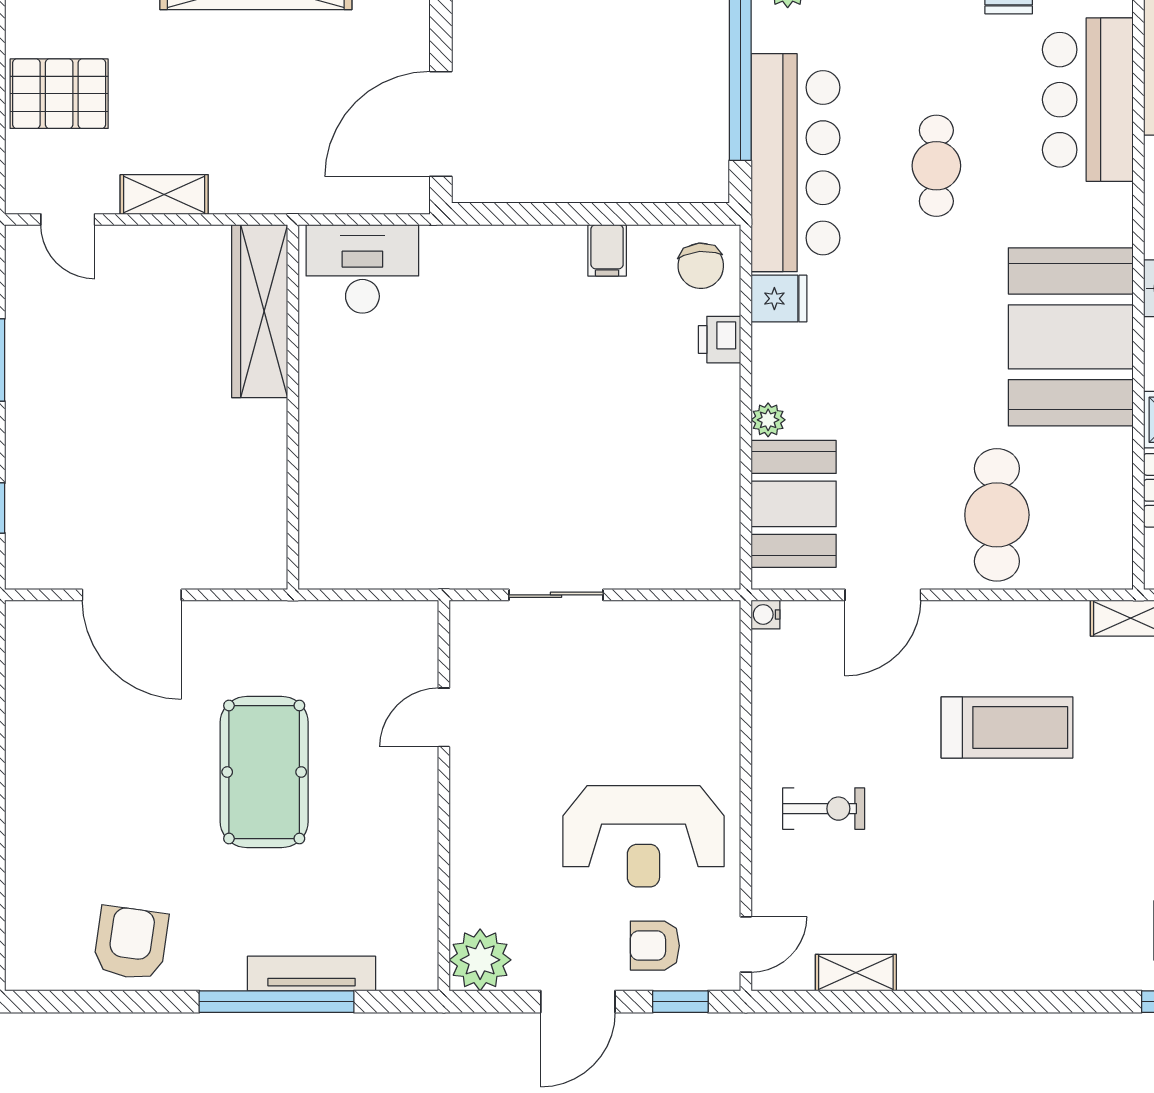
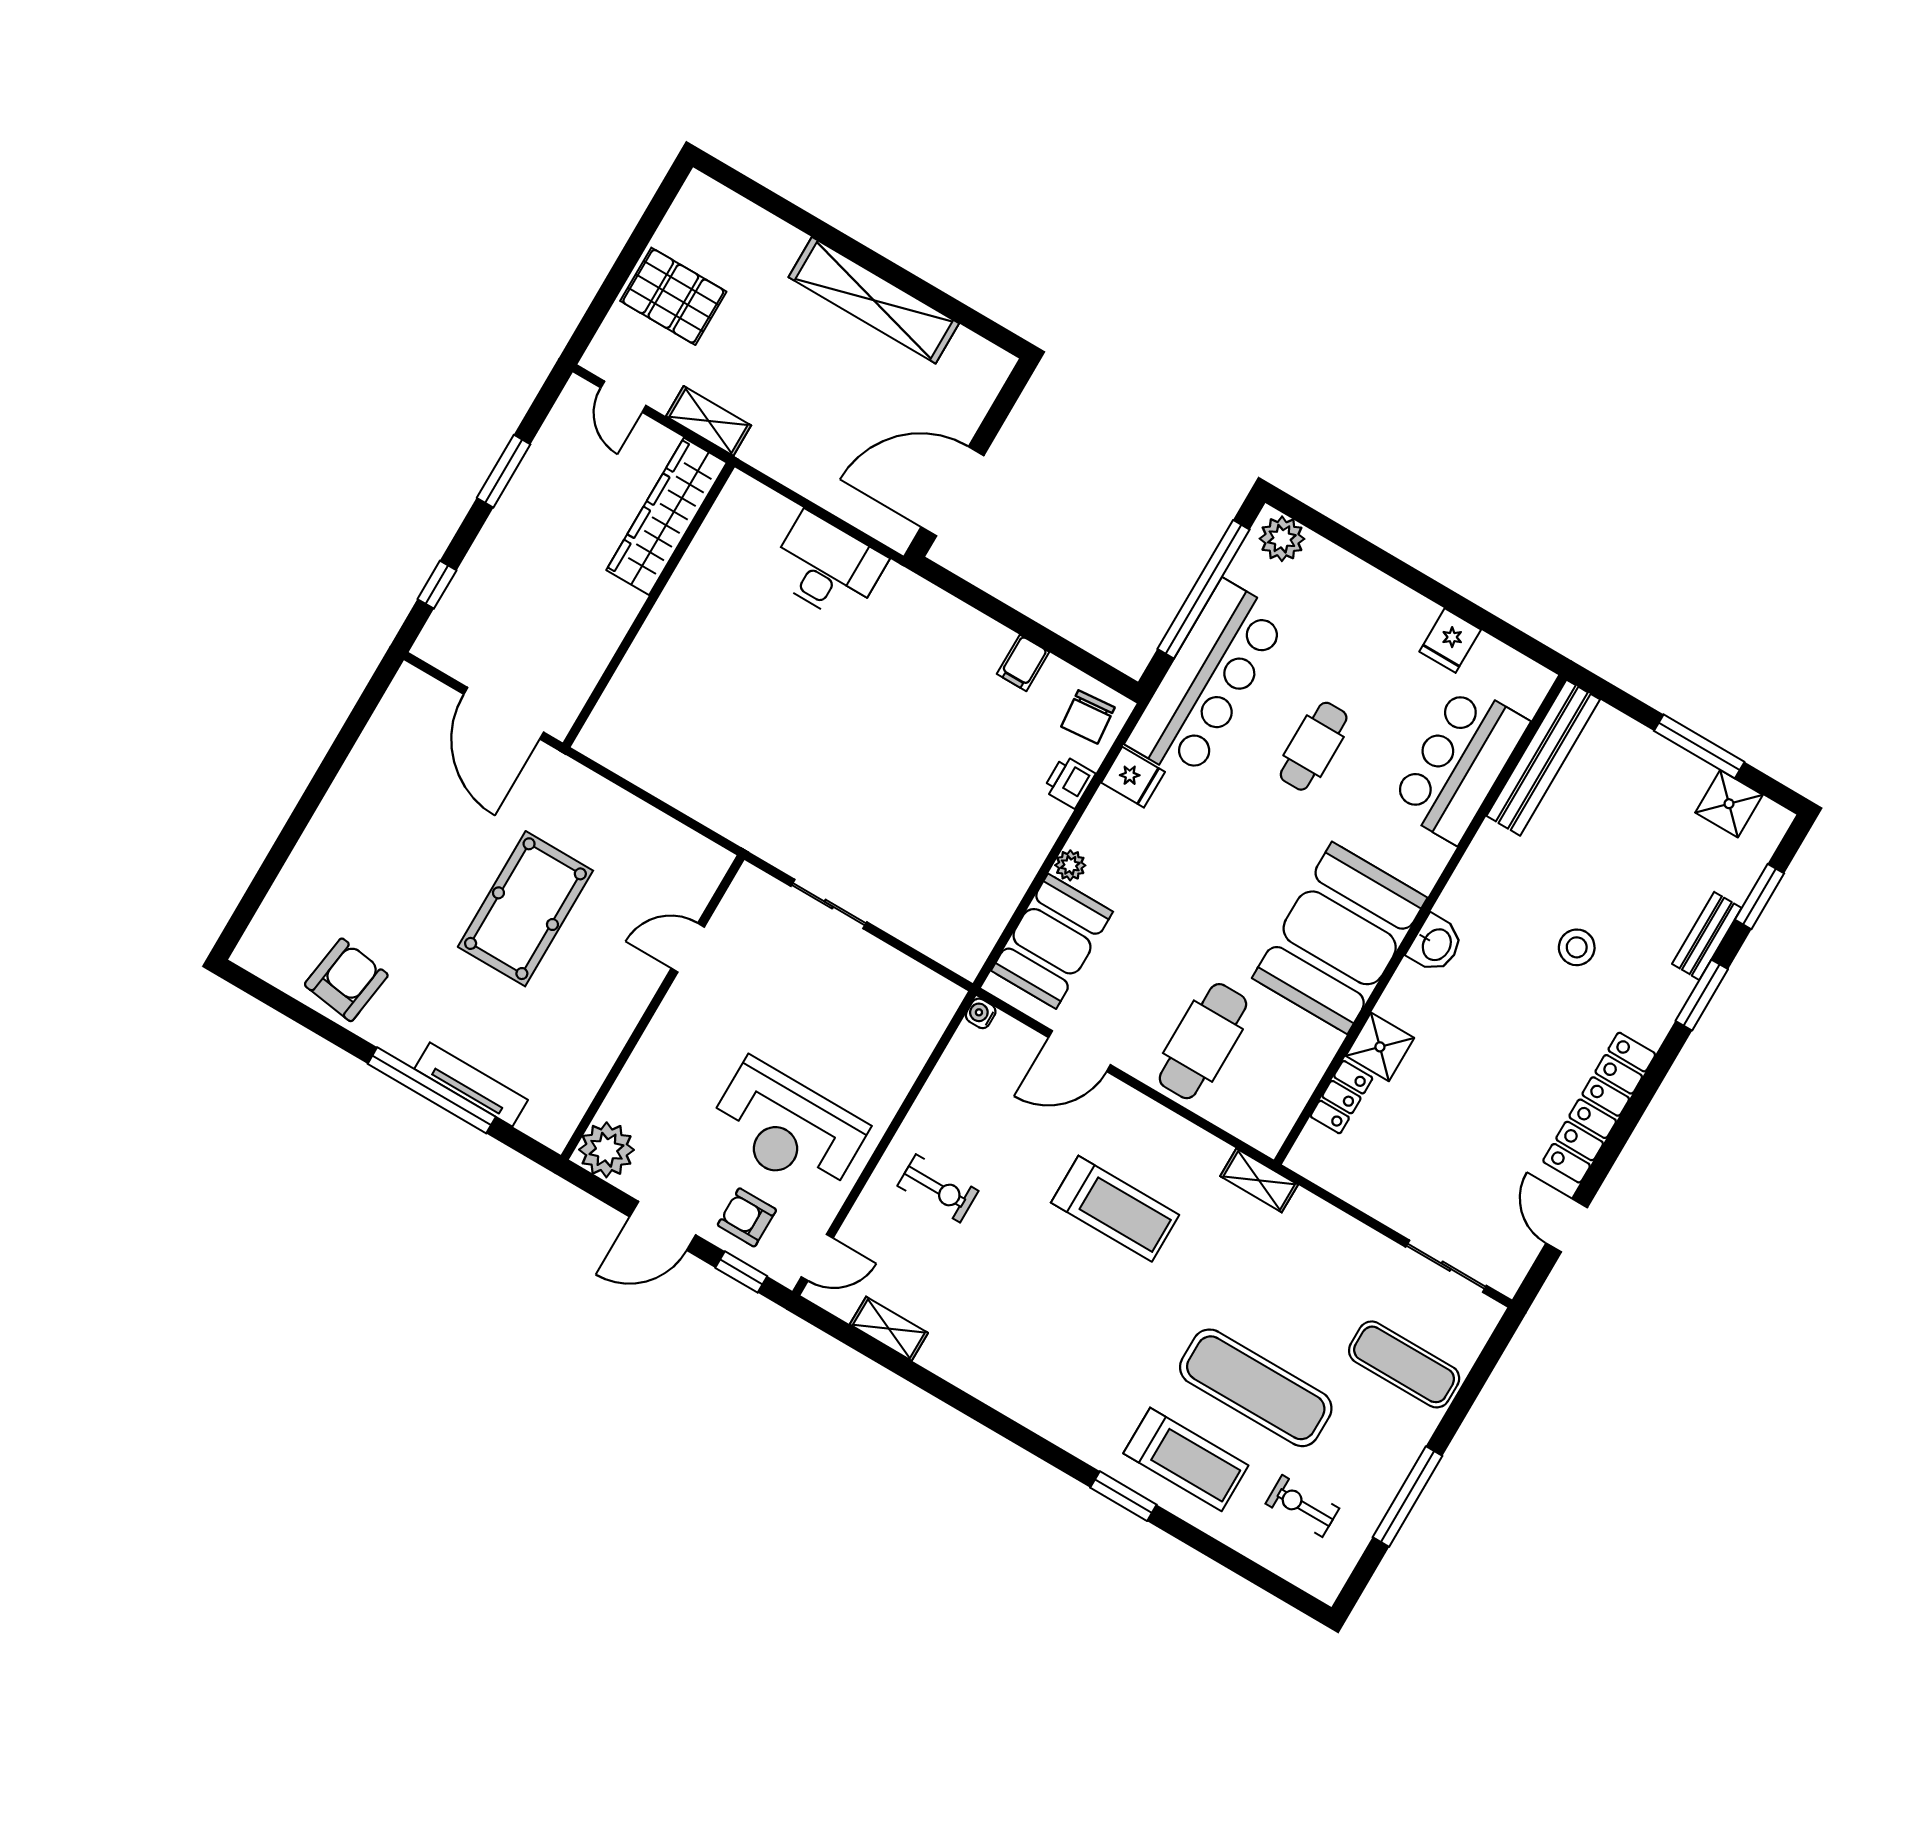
wardrobe: (260, 311) -> (667, 516), moved
wall: (293, 407) -> (649, 605), moved

